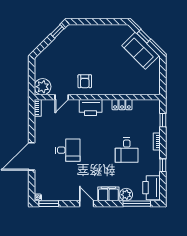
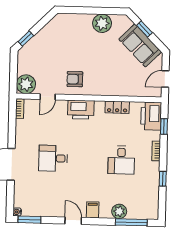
window: (57, 31) -> (26, 39), moved
plant: (107, 32) -> (102, 23), added
door: (163, 79) -> (165, 79), added
armchair: (85, 81) -> (75, 79), turned 90
desk: (68, 150) -> (53, 158), turned 180
printer: (152, 188) -> (151, 116), moved
filing cabinet: (108, 194) -> (93, 210), width x0.50

